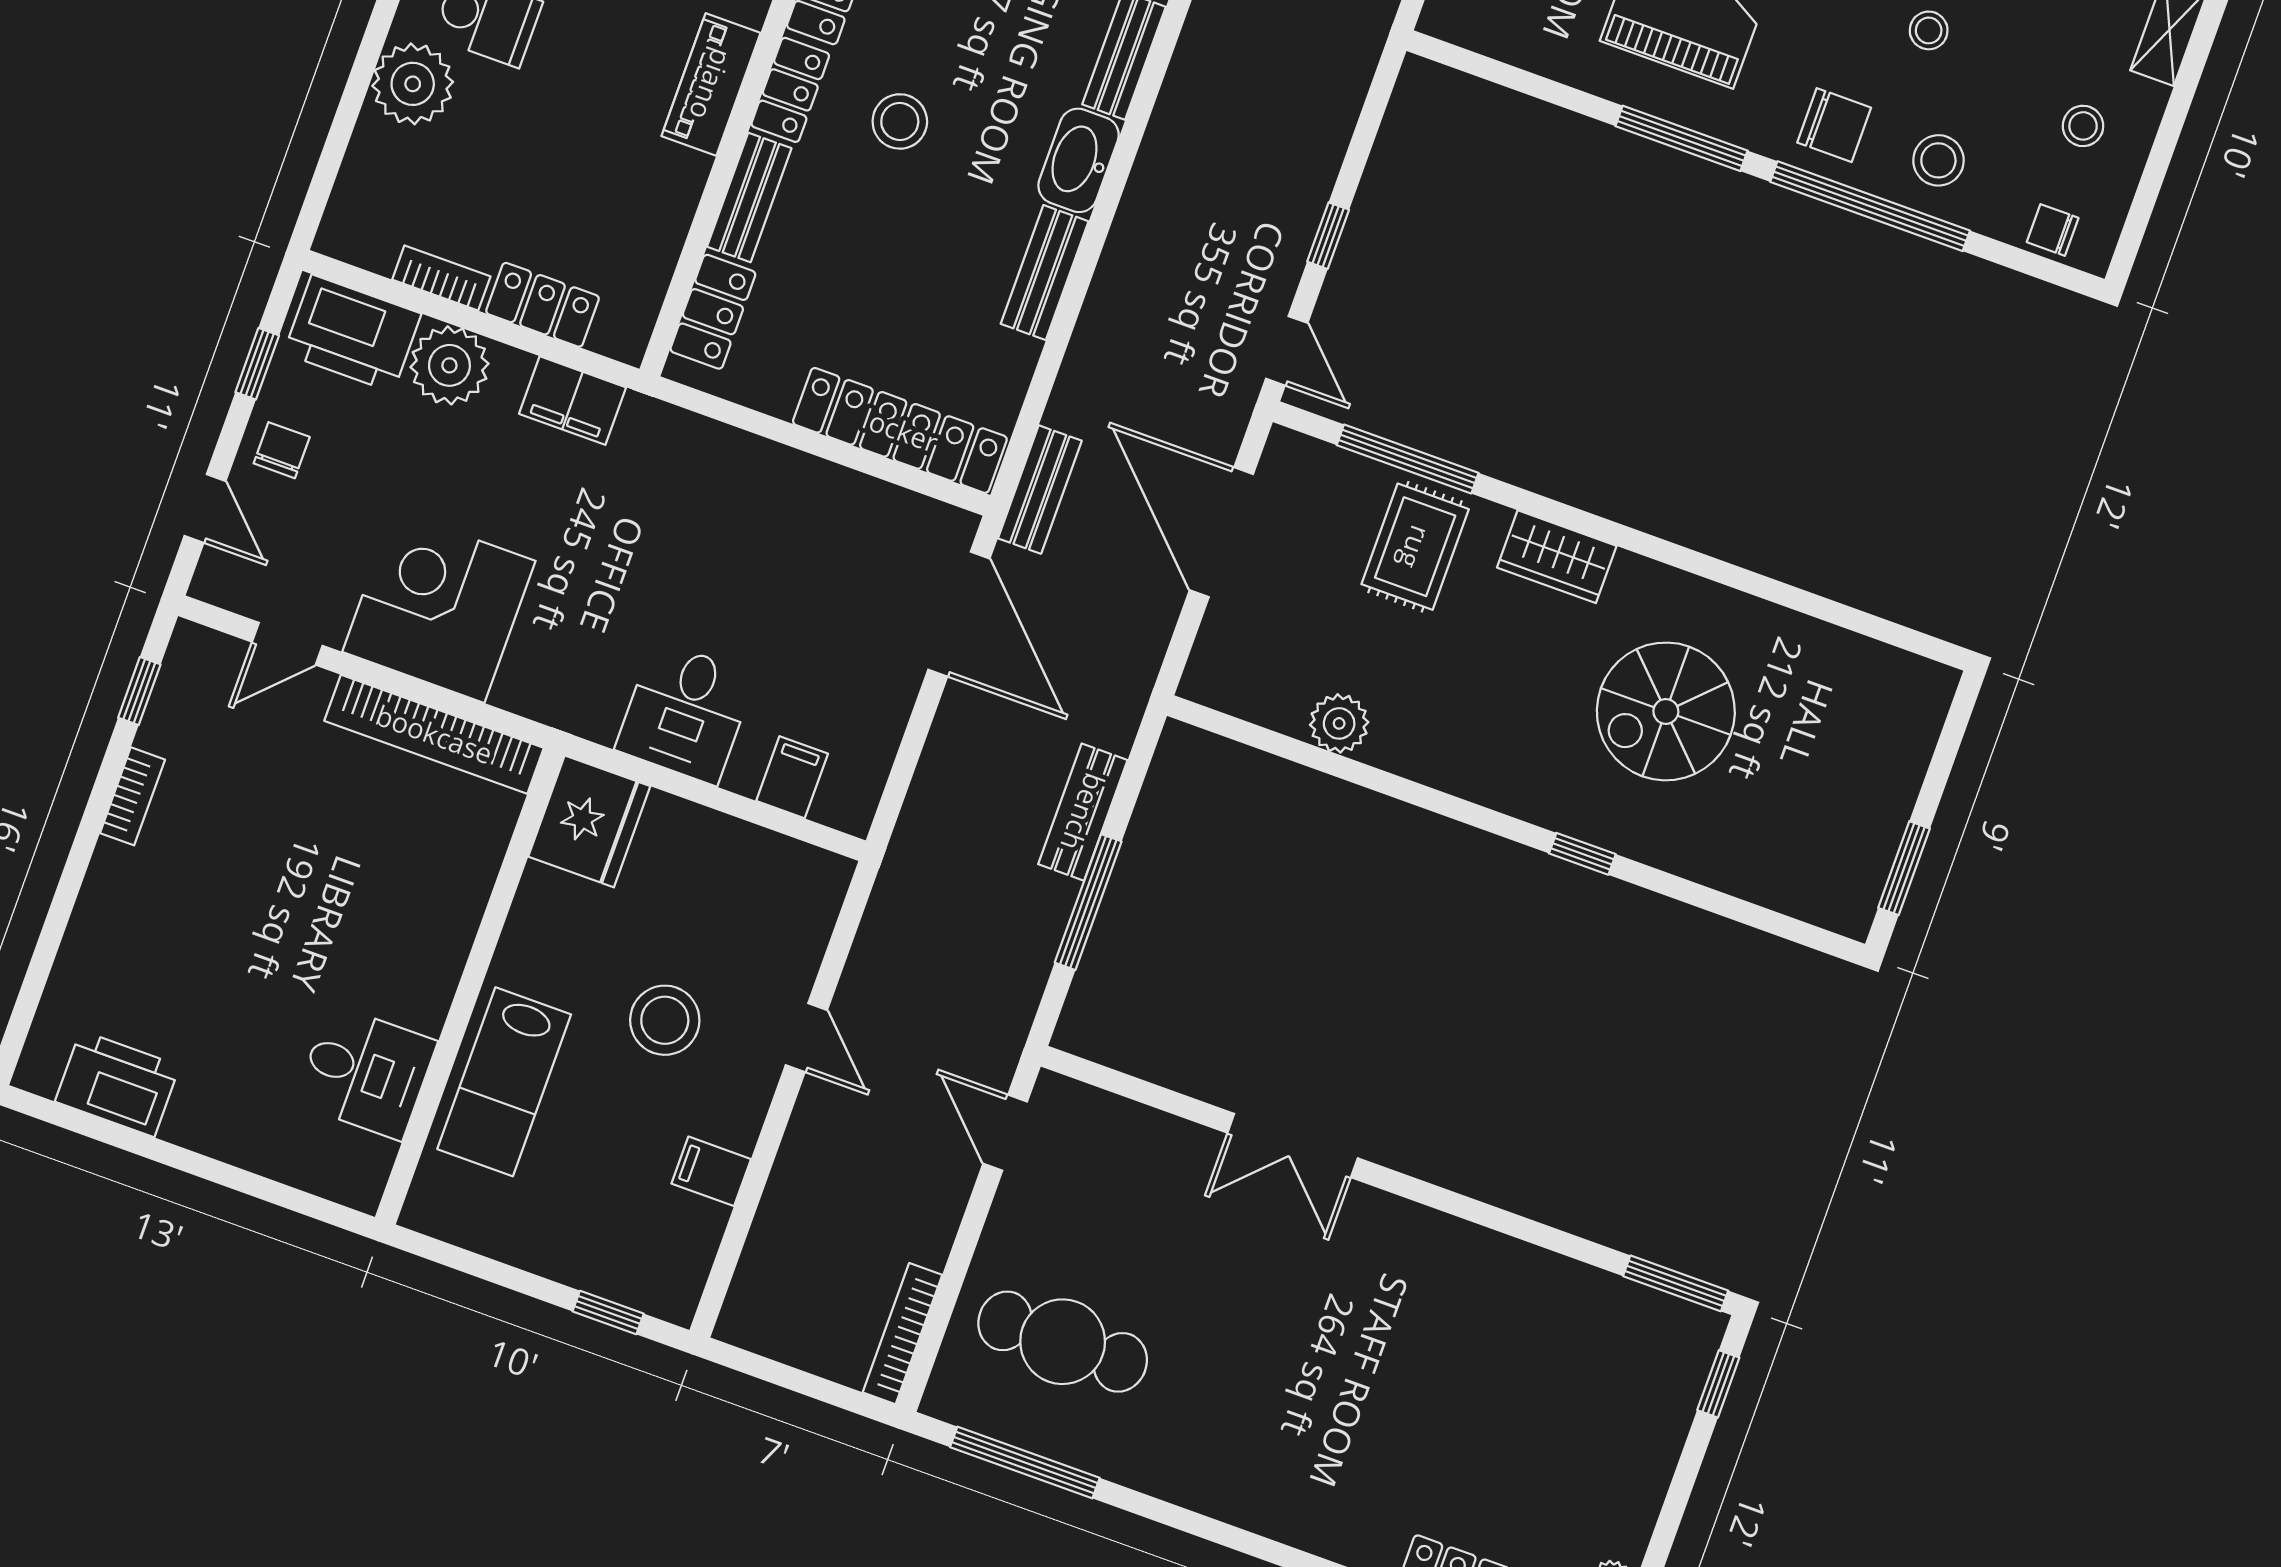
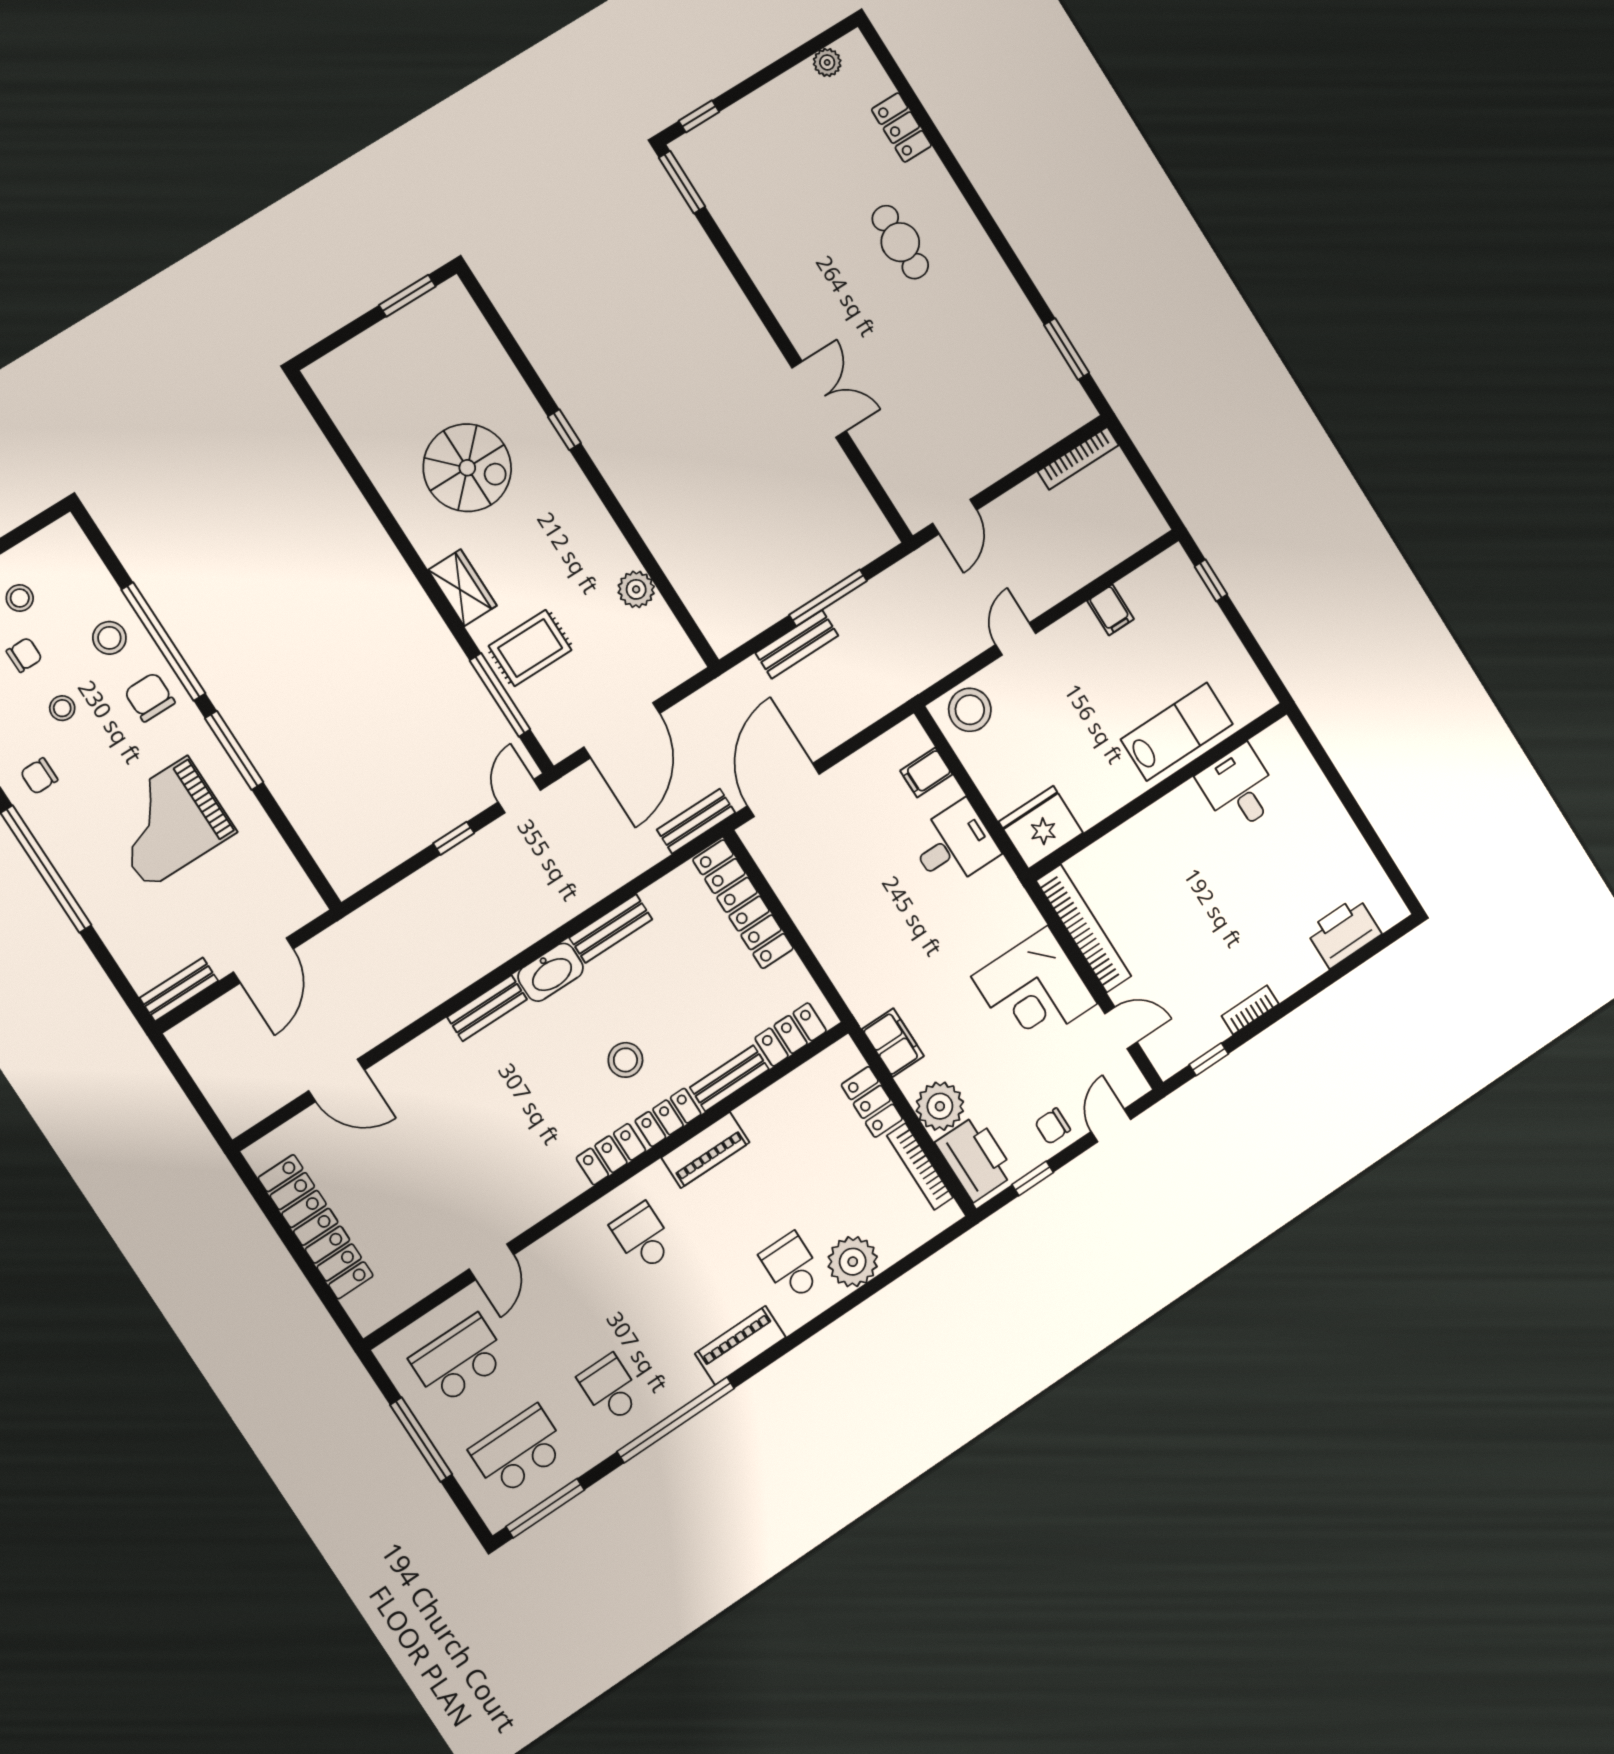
chair: (2053, 230) -> (24, 655), moved, turned -90
bookcase: (441, 278) -> (920, 1167), width x1.56
stool: (665, 1020) -> (970, 710), moved
printer: (117, 1084) -> (1344, 932), moved, turned 90
cafe table: (1063, 1342) -> (900, 242), moved, width x0.73, depth x0.74
window: (1025, 1463) -> (1067, 349), width x0.69

